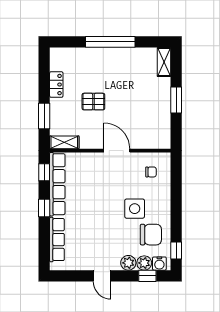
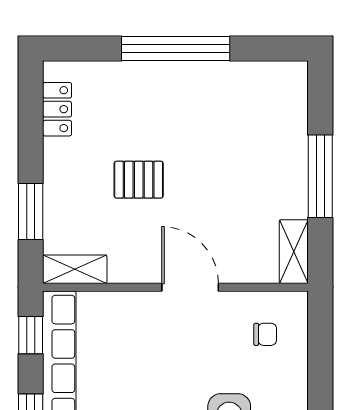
shelving: (164, 62) -> (294, 252), moved
locker: (56, 85) -> (57, 109), moved
window: (176, 100) -> (320, 176), width x1.44

